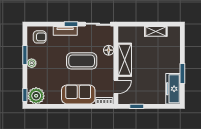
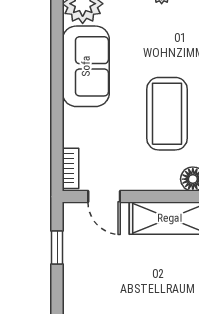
sofa: (78, 94) -> (86, 66), moved

